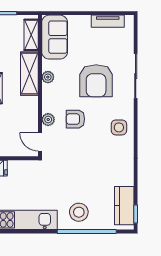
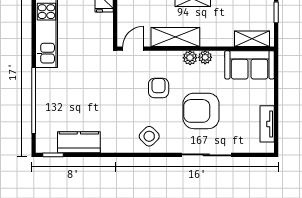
shelving: (29, 74) -> (175, 37), moved
plant: (48, 120) -> (190, 58), moved
side table: (119, 127) -> (149, 136), turned 45
kitchen counter: (124, 206) -> (79, 142), moved
stool: (79, 212) -> (55, 92), removed

